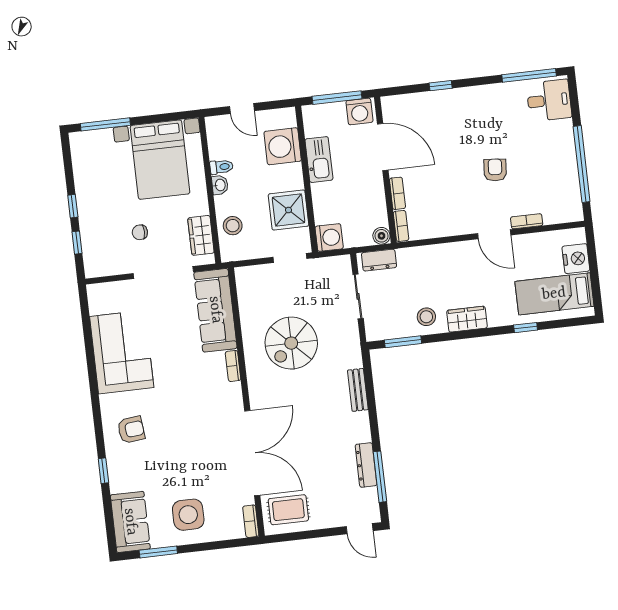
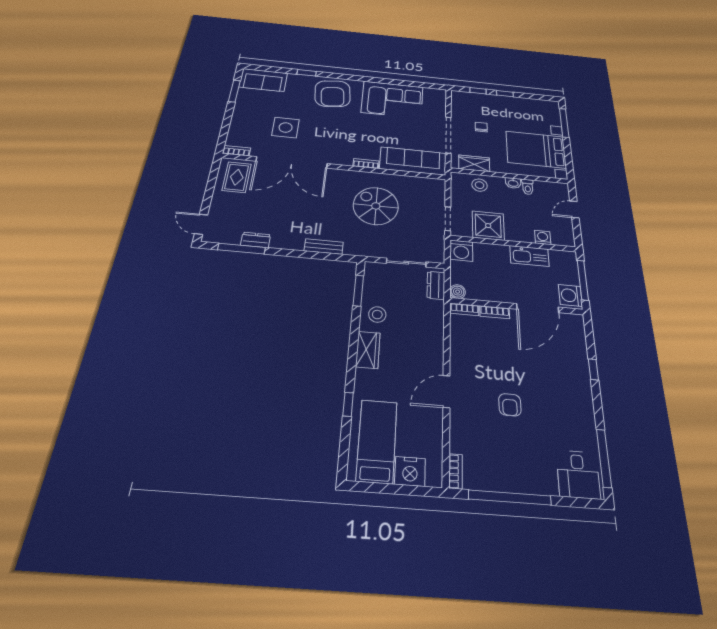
washing machine: (283, 146) -> (543, 238), width x0.53, depth x0.53
armchair: (495, 170) -> (510, 405), turned 85
bookcase: (527, 221) -> (456, 471), moved
armchair: (131, 430) -> (333, 94), width x1.88, depth x1.88
dresser: (366, 465) -> (256, 240), width x0.70
side table: (188, 515) -> (286, 127), moved
door: (360, 529) -> (201, 224), hinge flipped

